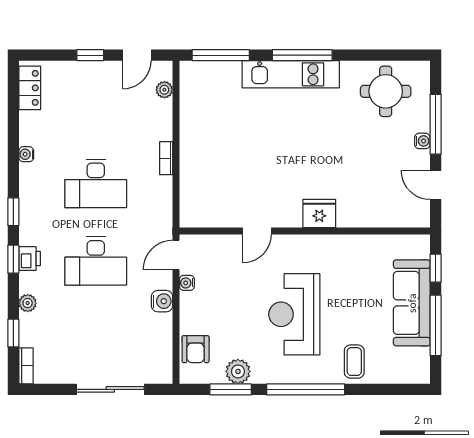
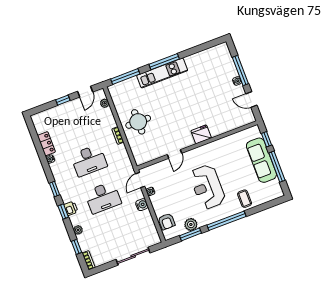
locker: (30, 88) -> (46, 144), moved
round table: (386, 91) -> (138, 122), moved

